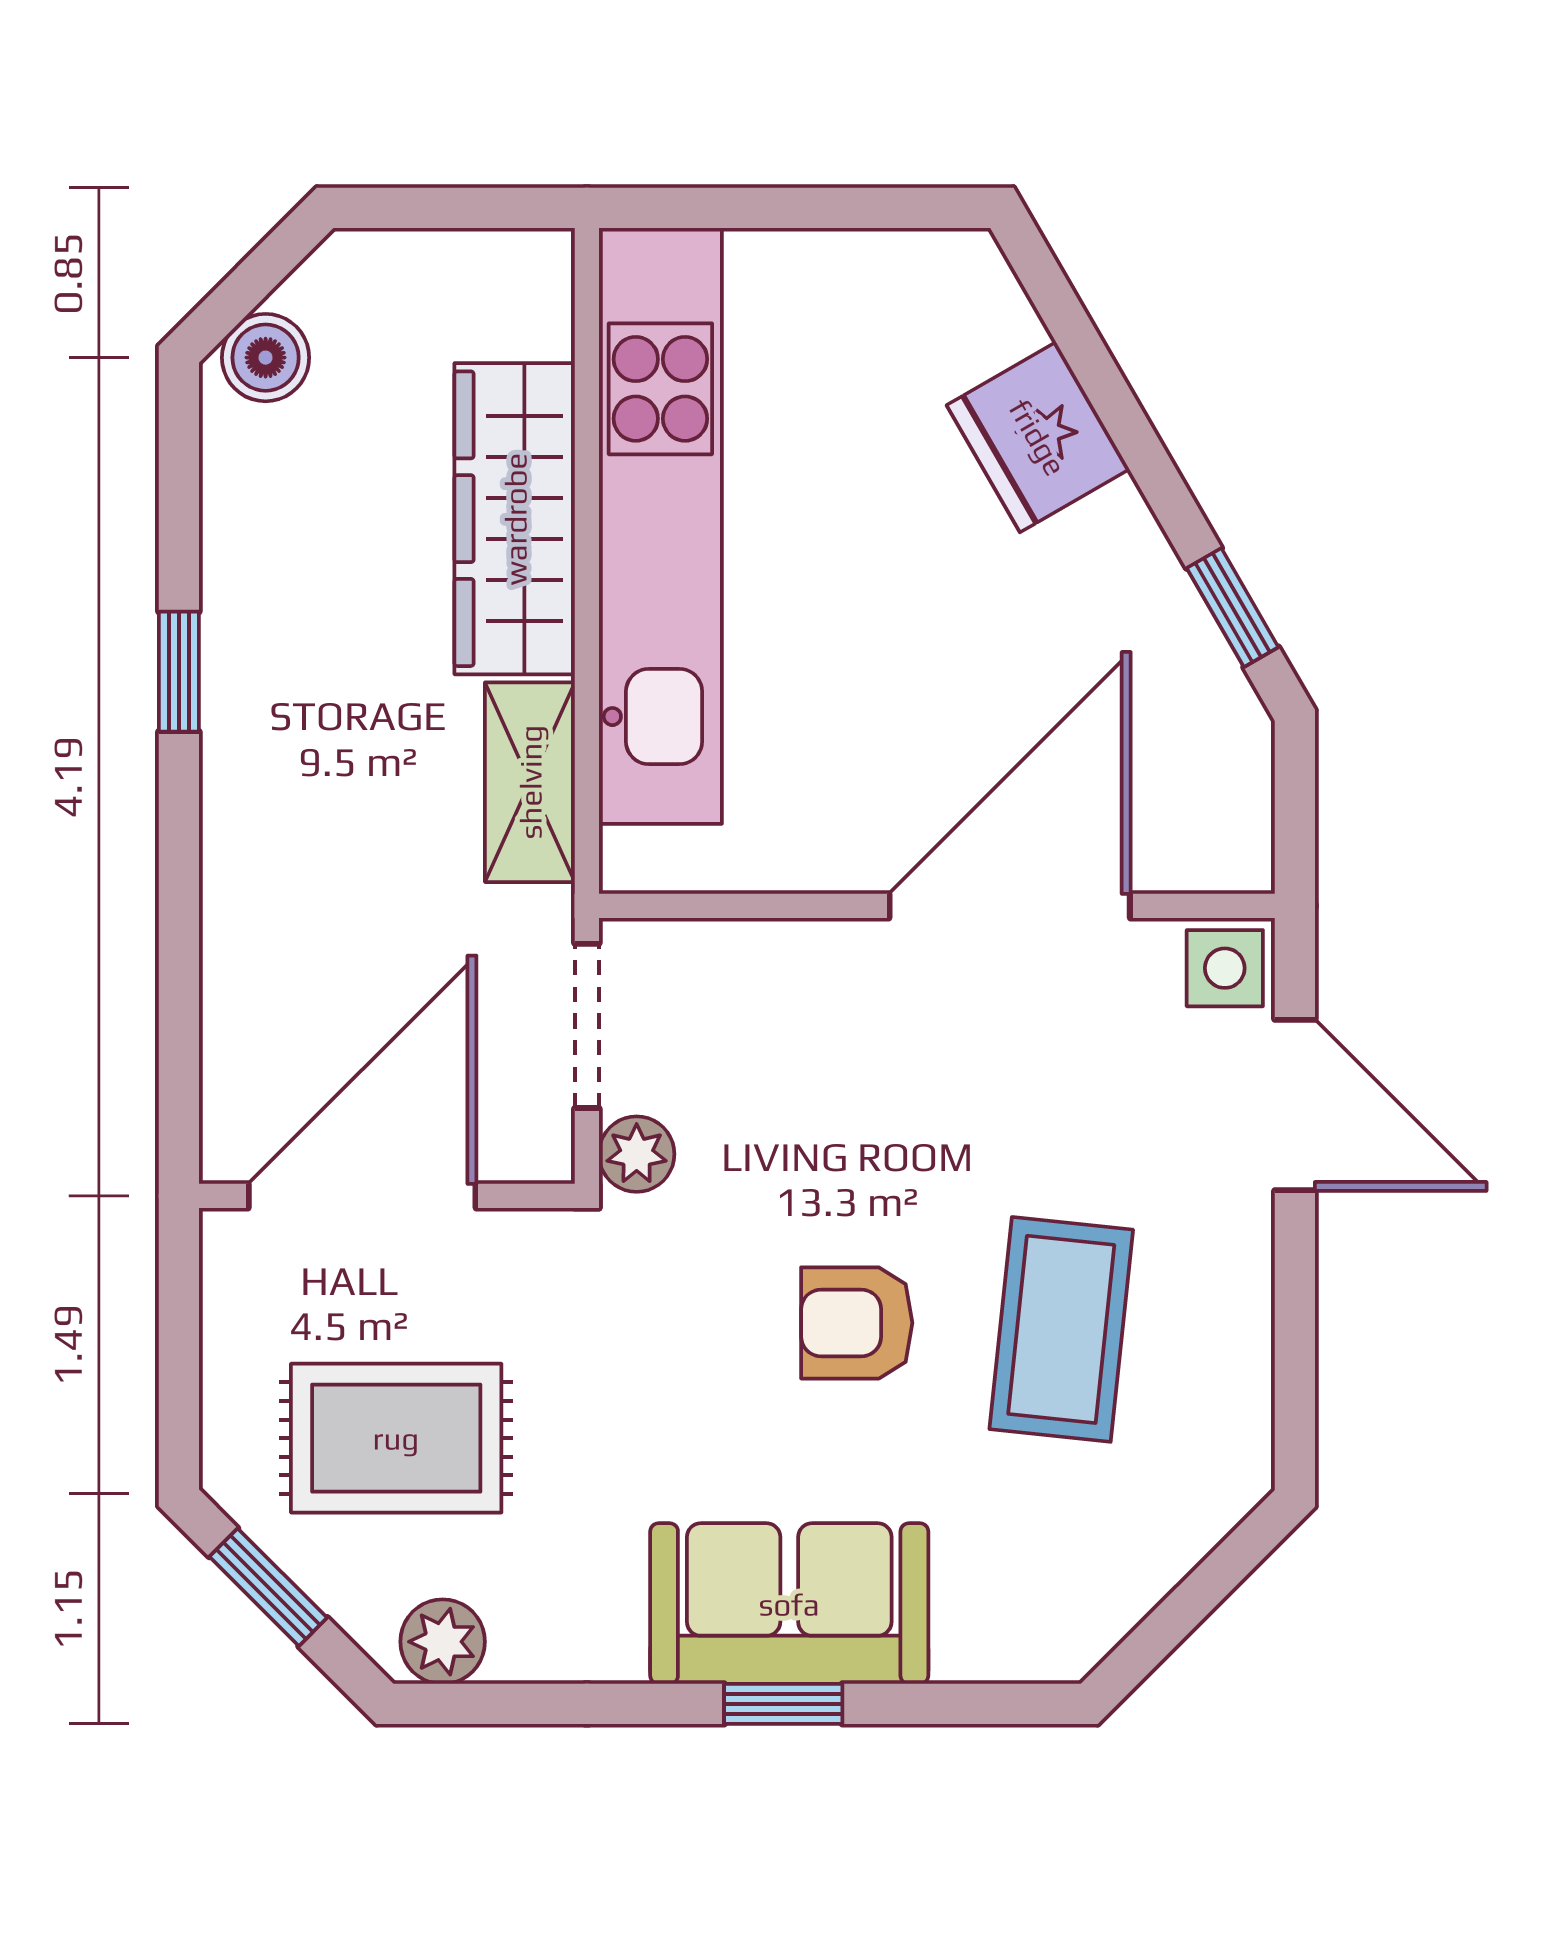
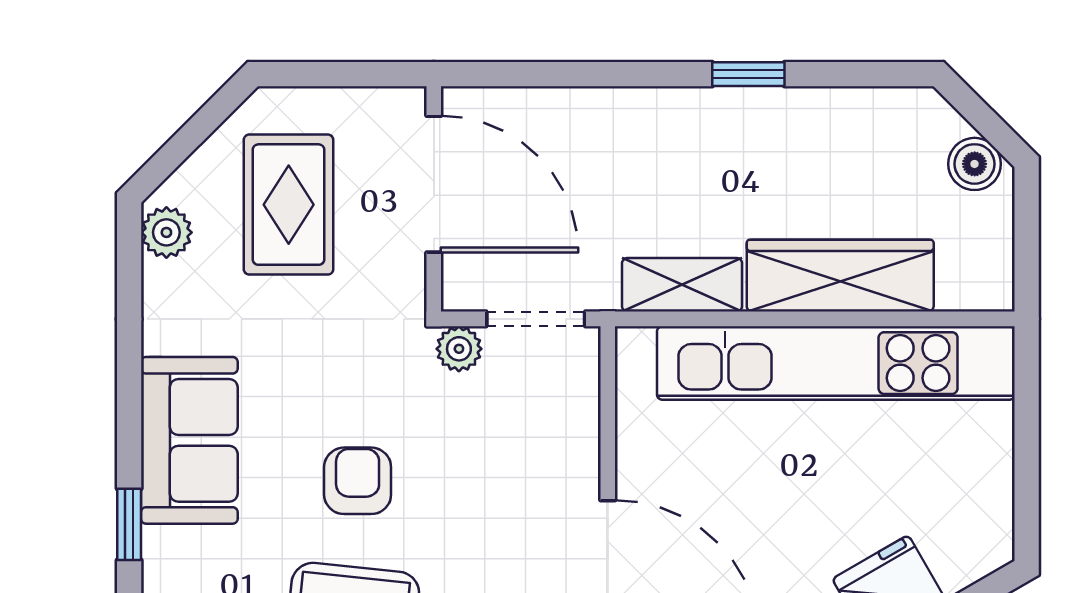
boiler: (266, 358) -> (975, 164), moved
window: (268, 1587) -> (199, 128), removed
window: (783, 1704) -> (129, 524), moved

